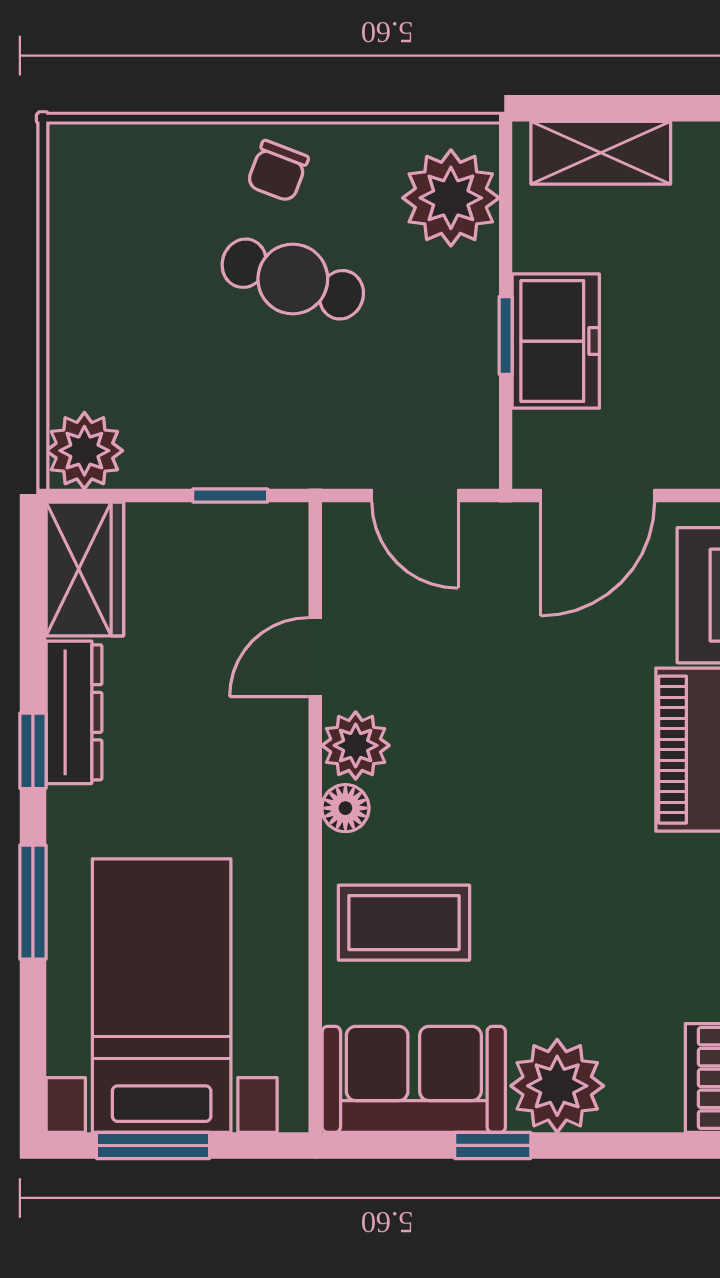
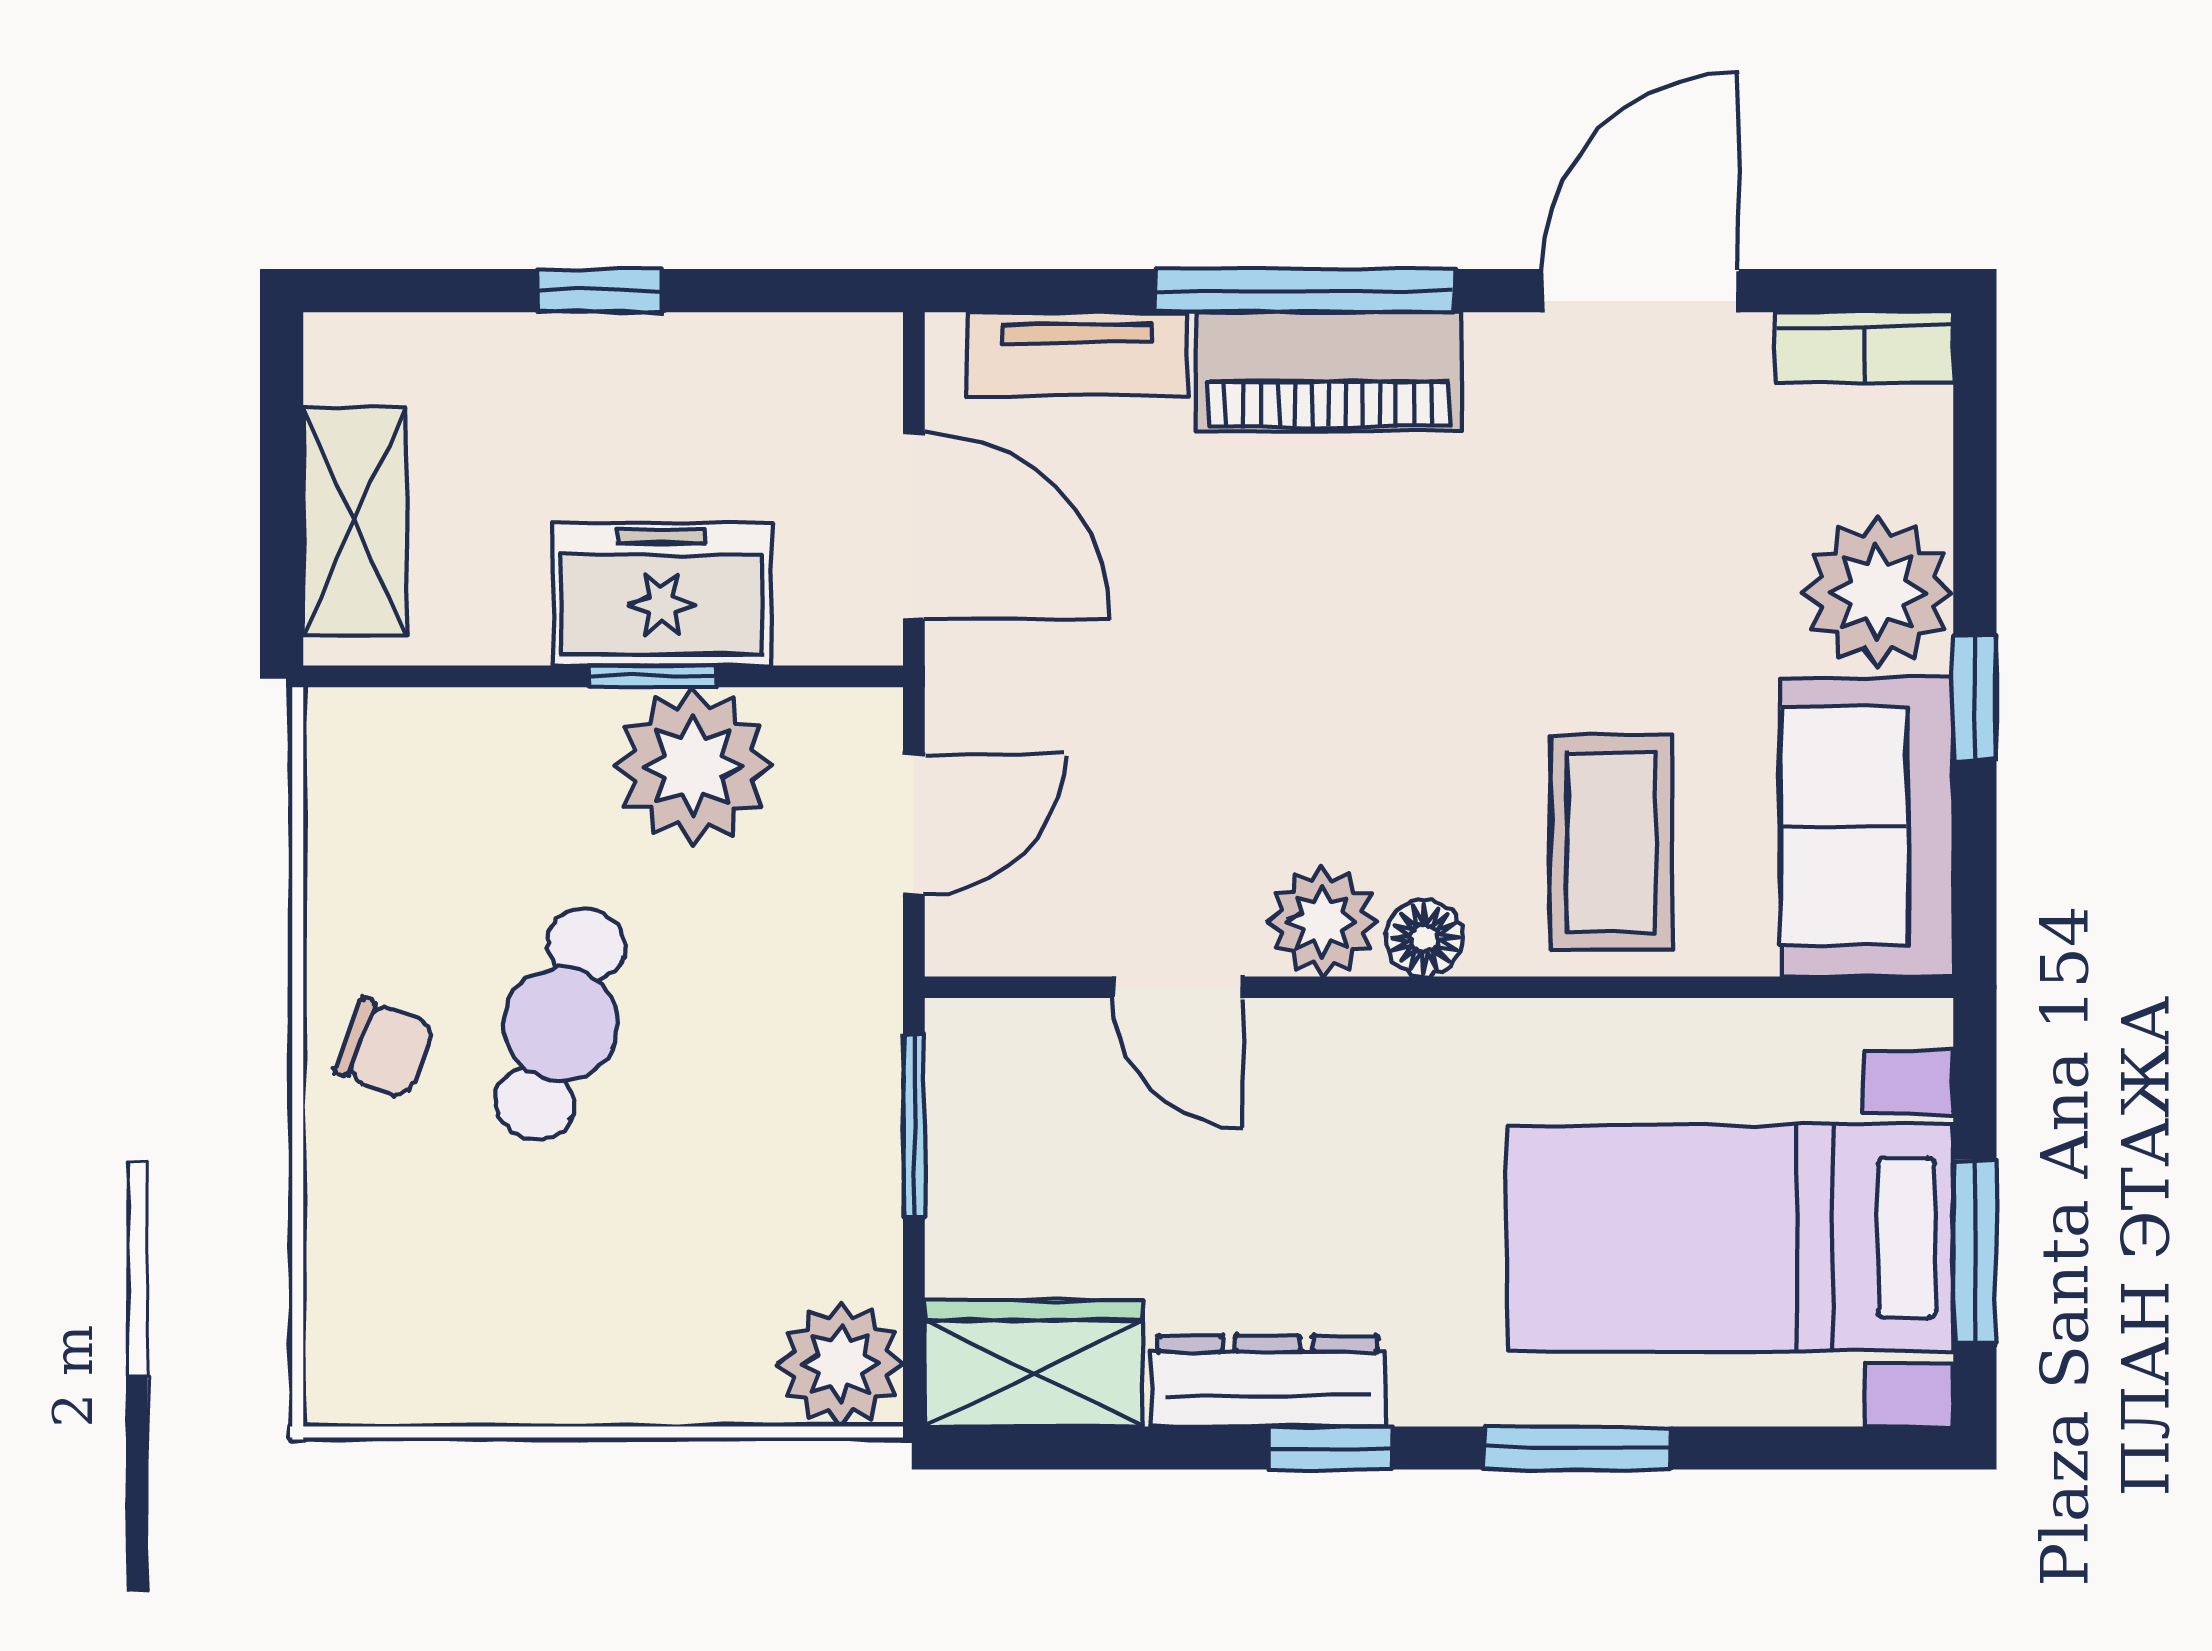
plant: (451, 198) -> (693, 766), moved
window: (230, 496) -> (914, 1126), width x1.50

